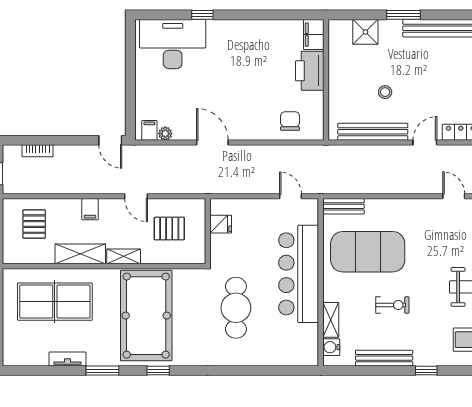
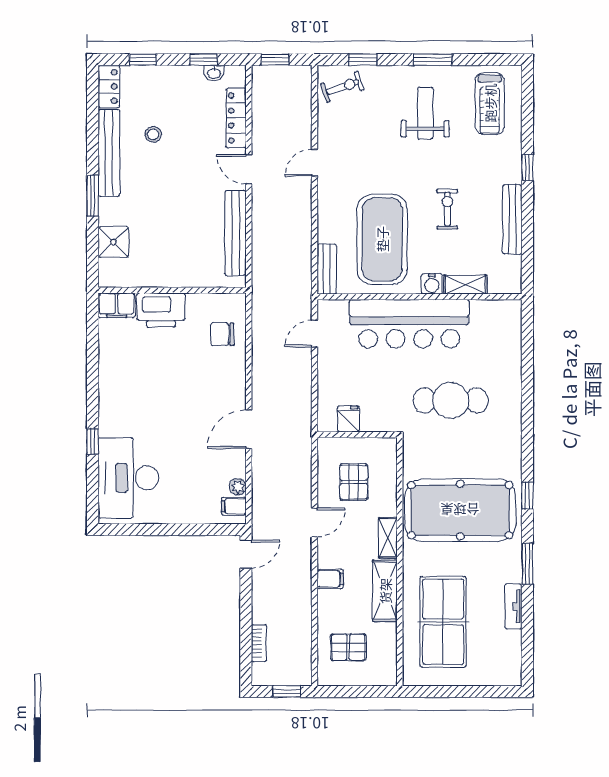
stool: (385, 92) -> (153, 134), moved
door: (454, 196) -> (314, 163), moved
water cooler: (331, 347) -> (432, 284), moved

